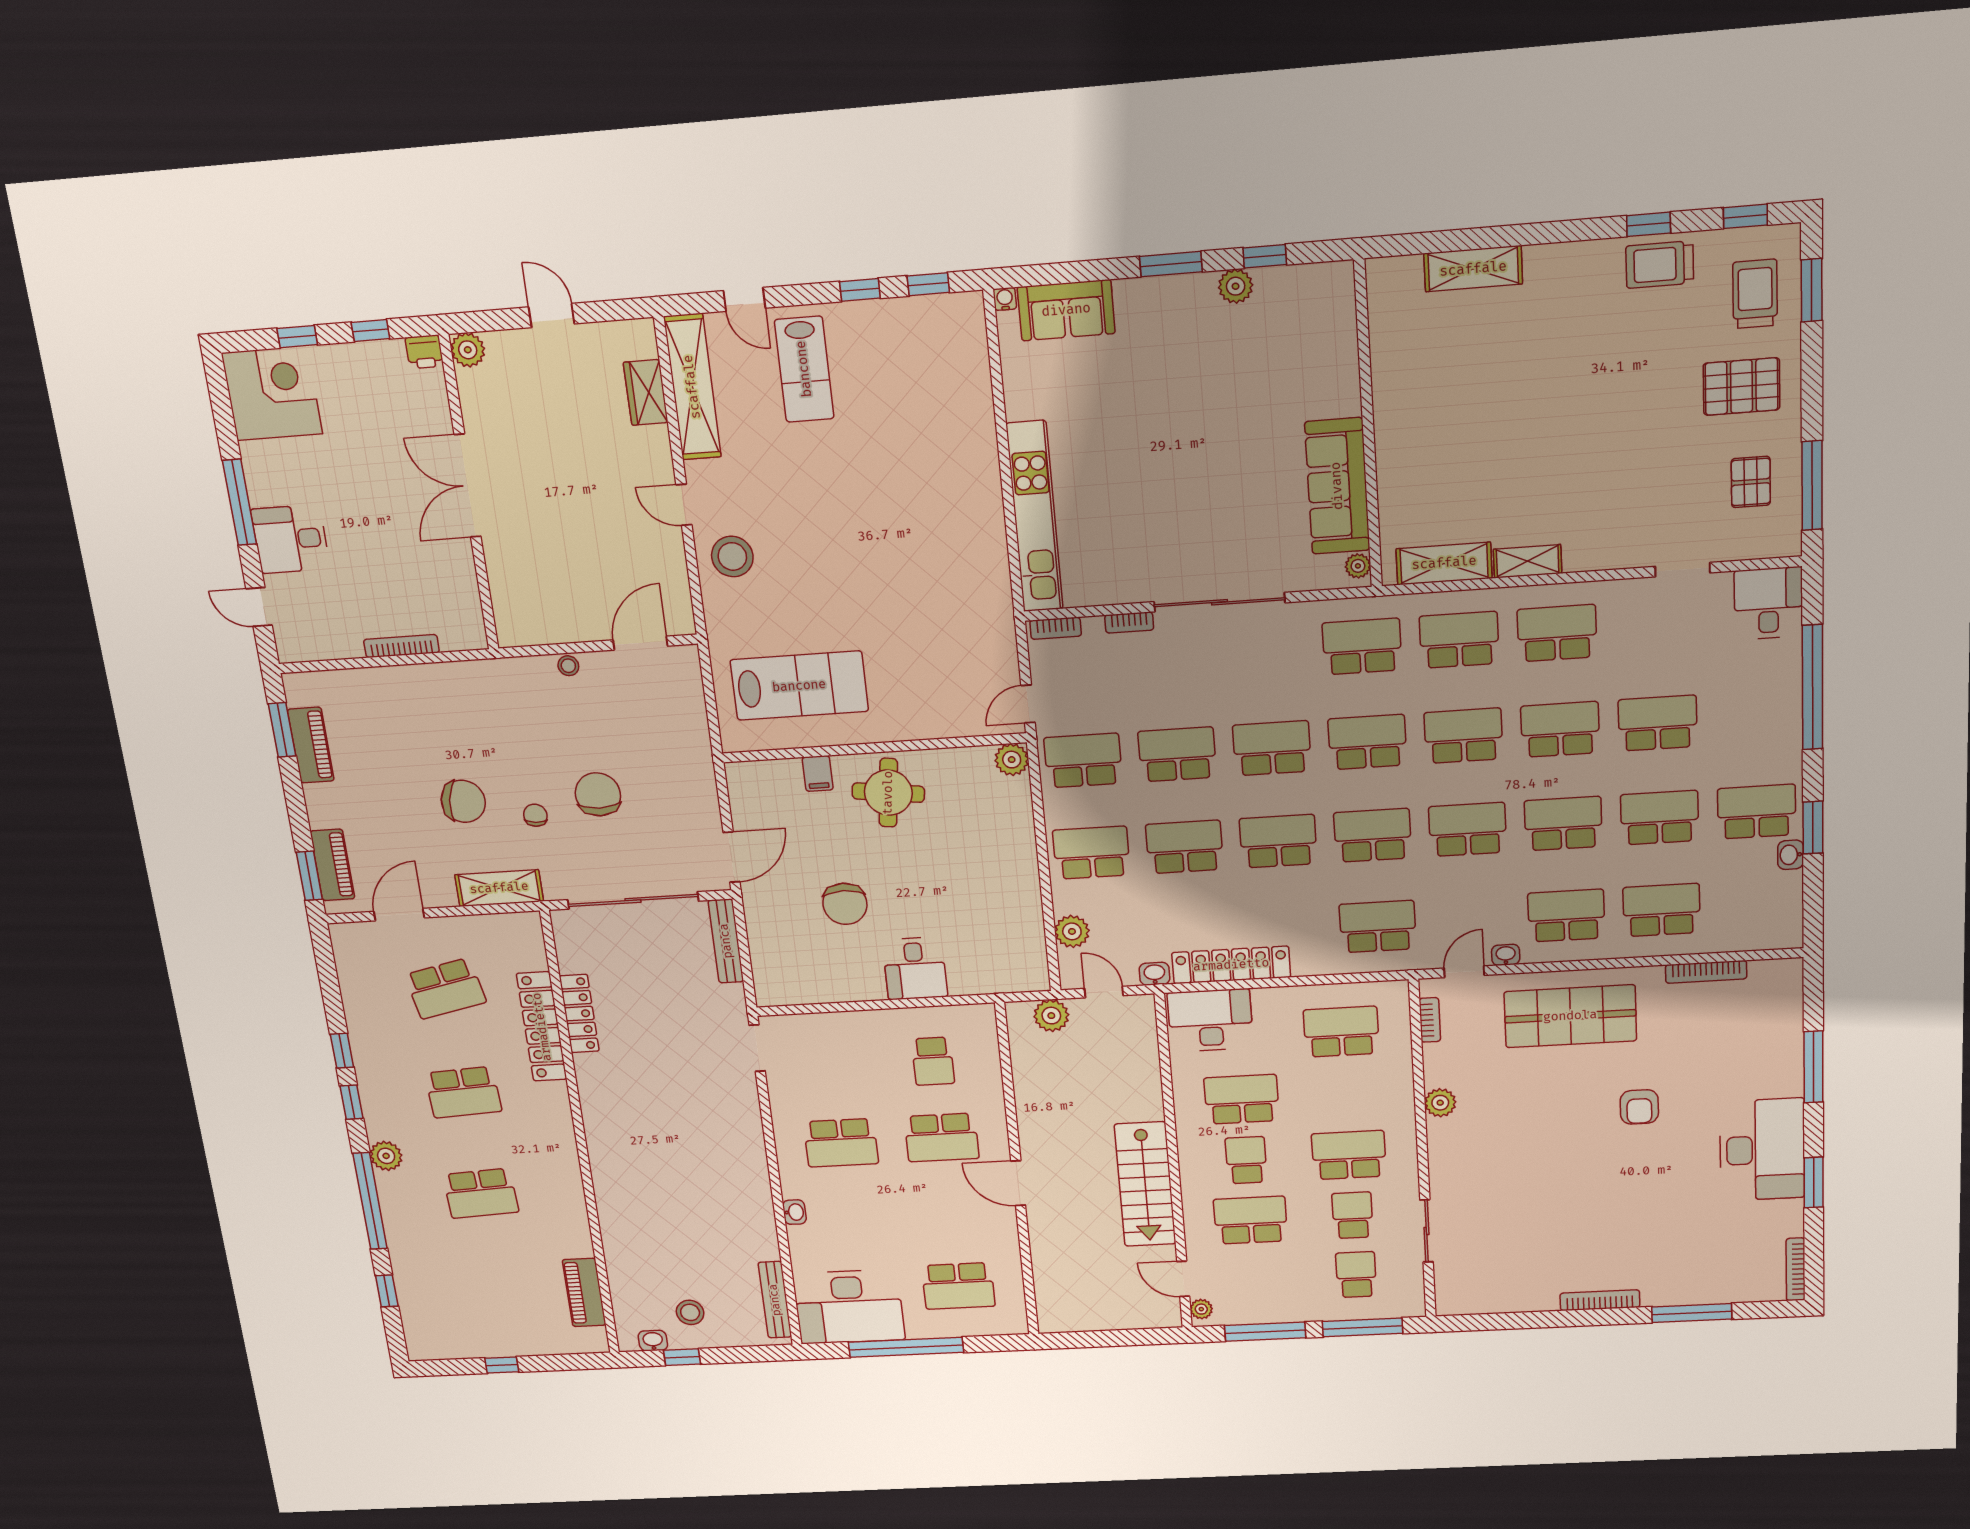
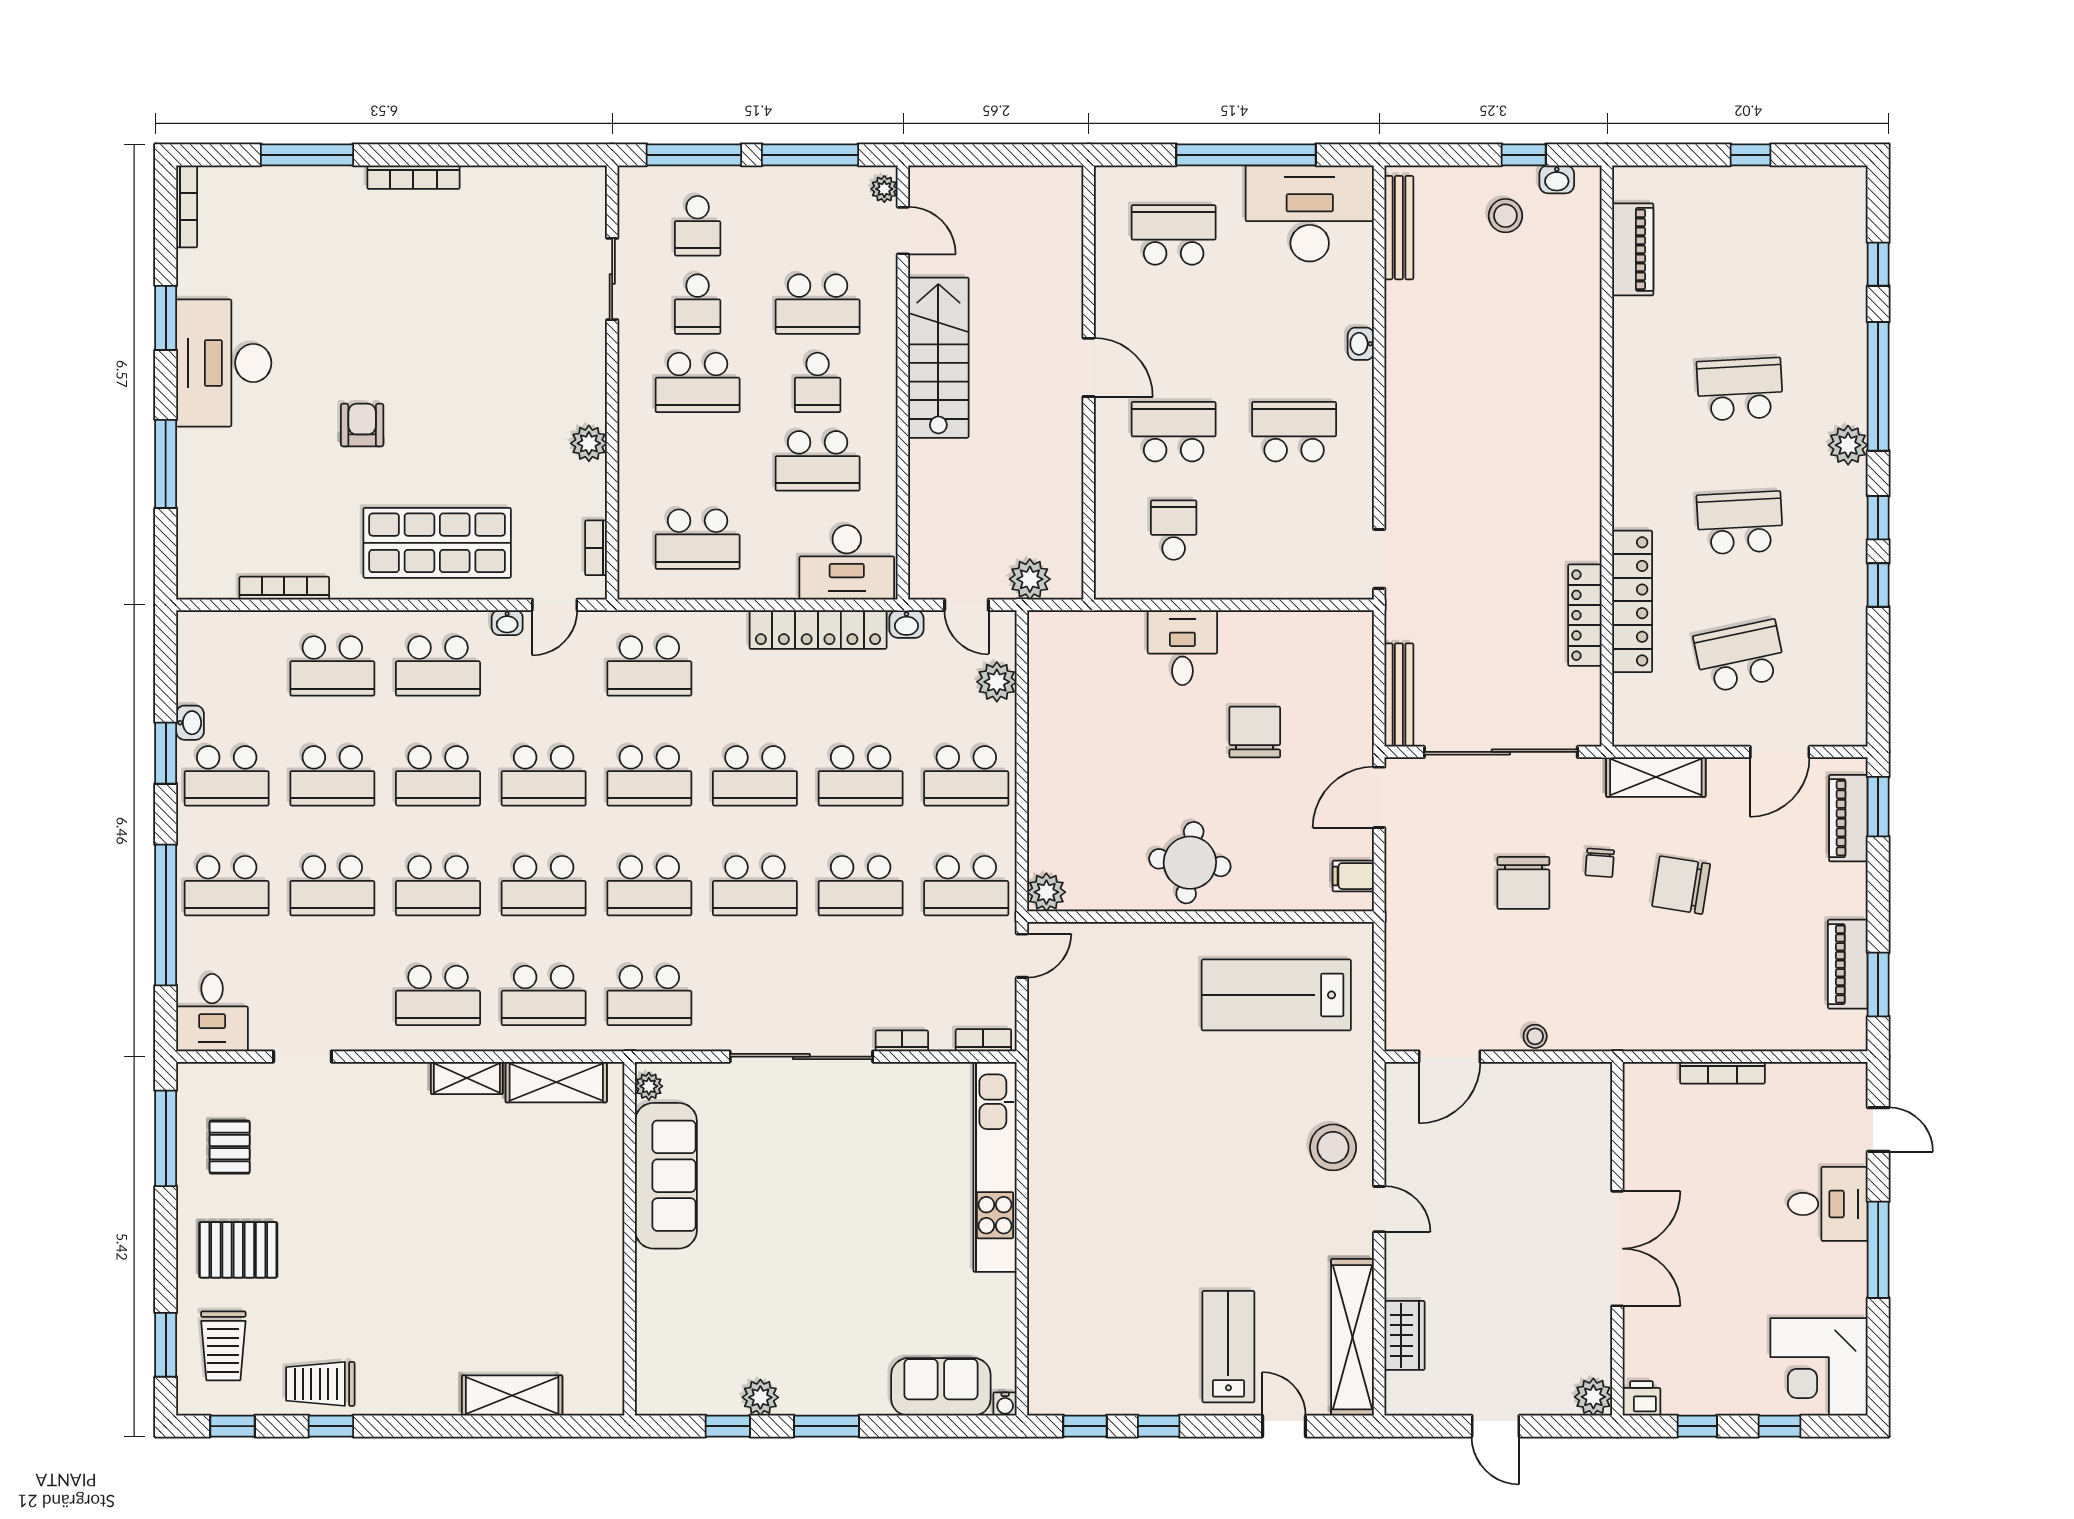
trolley: (1660, 265) -> (320, 1384), turned 180
school desk: (1756, 717) -> (227, 886), added
filing cabinet: (818, 774) -> (1353, 876), moved, turned -90

